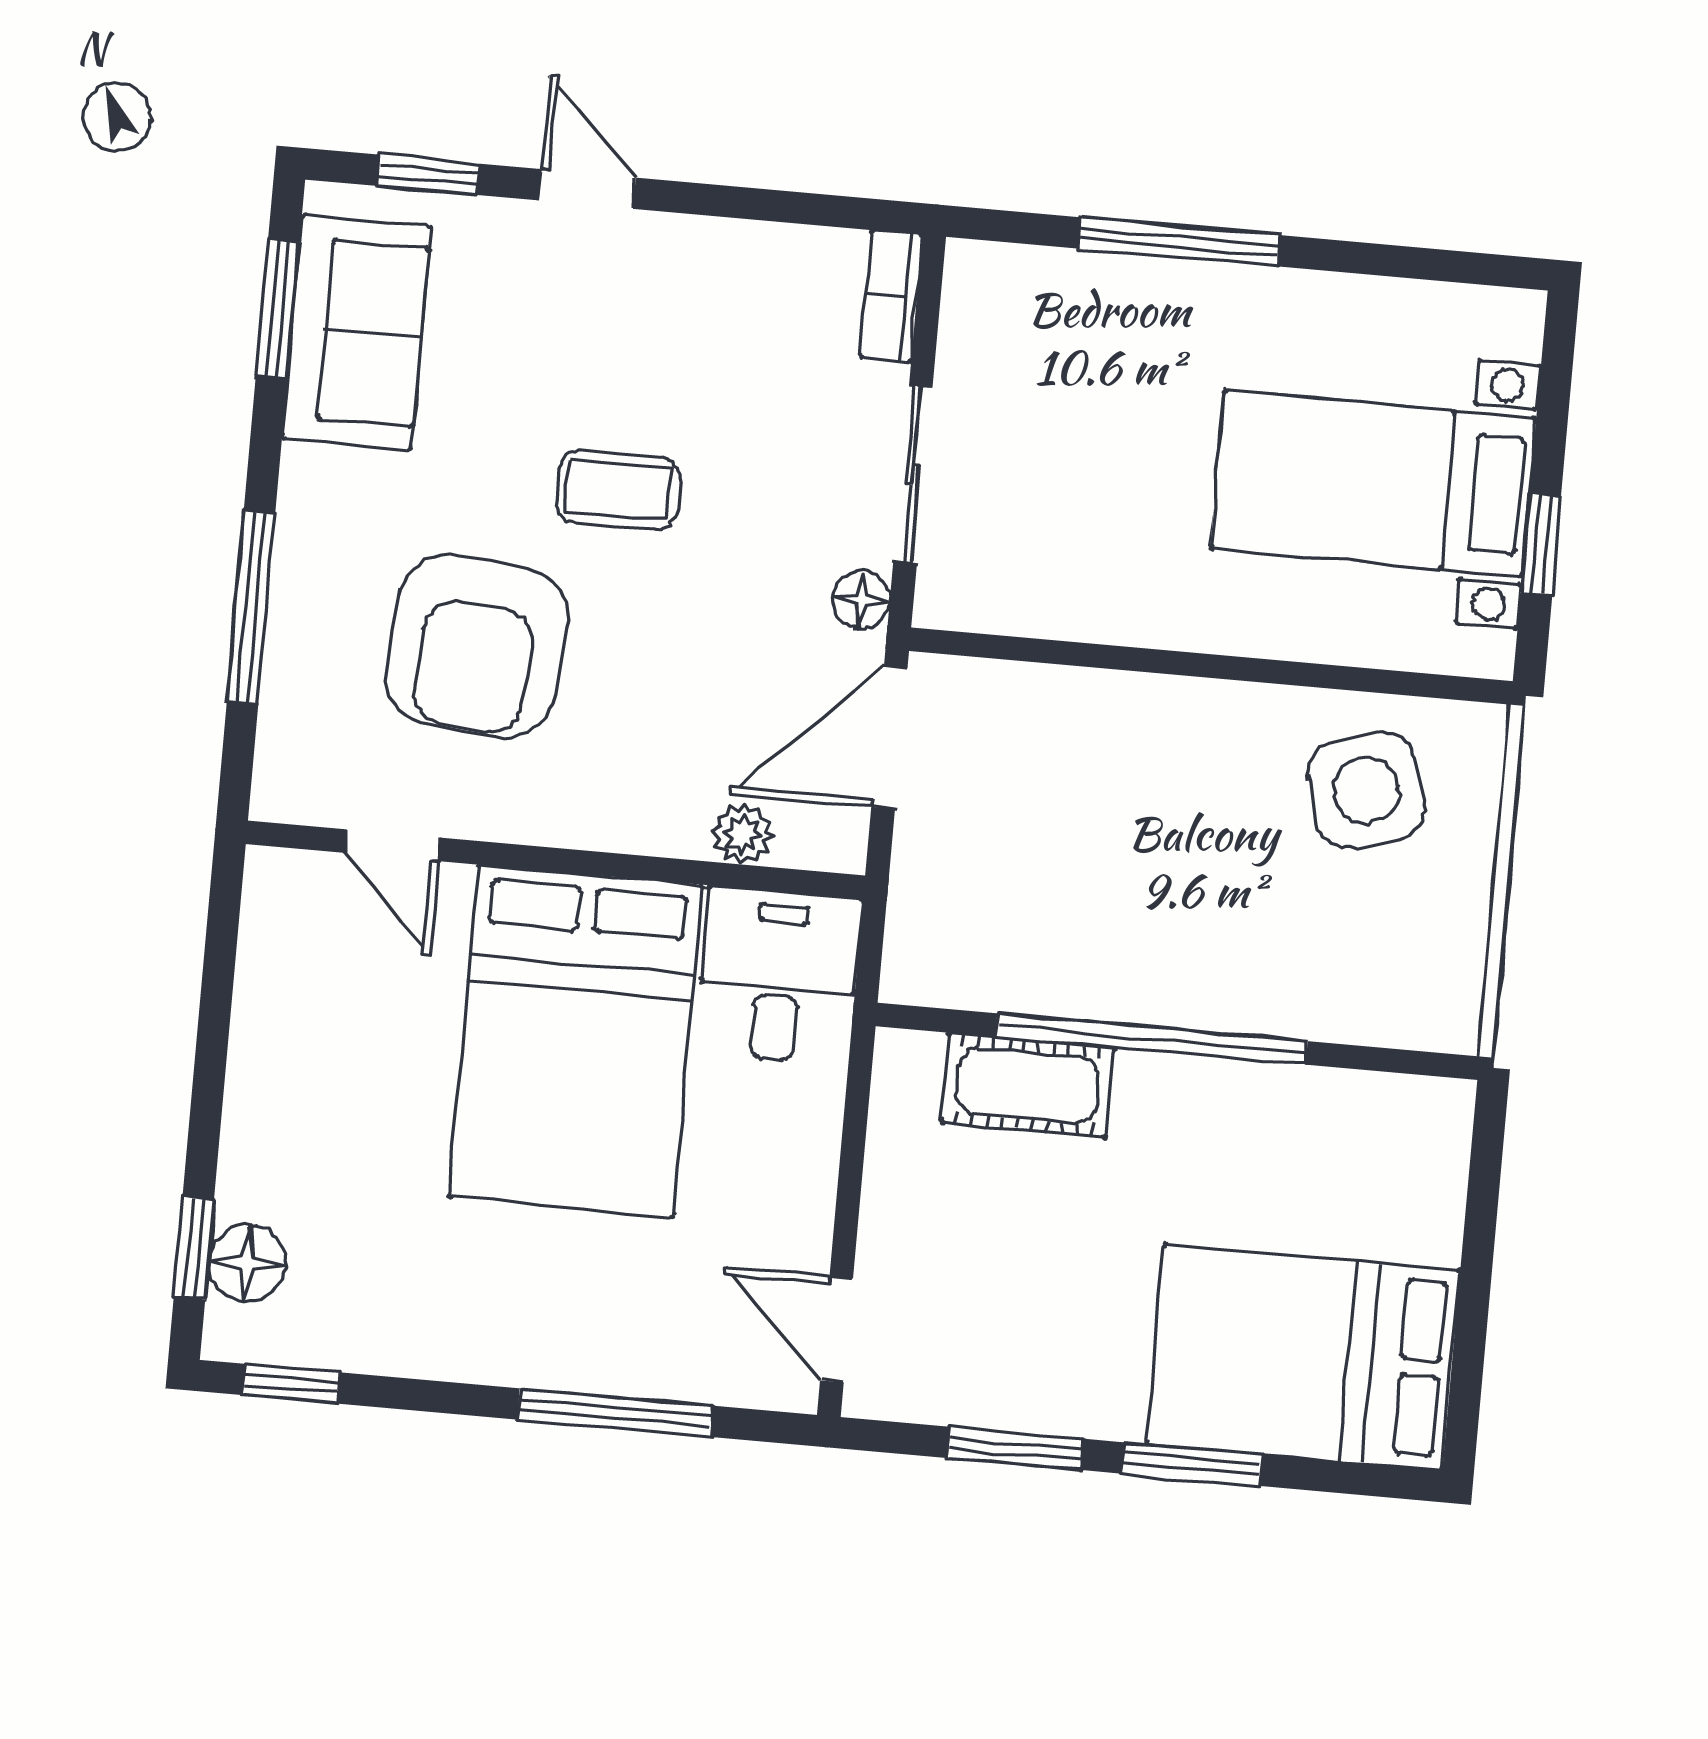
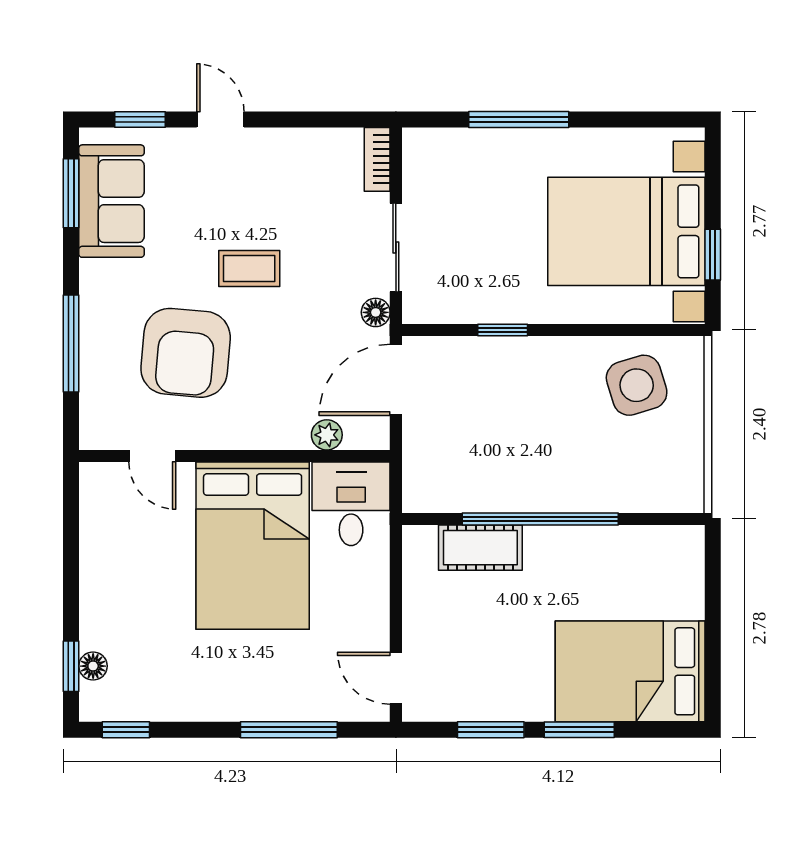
bed with nightstands: (1373, 483) -> (626, 231), width x1.36
window: (1110, 657) -> (503, 330), added
floor lamp: (247, 1263) -> (93, 666), width x0.73, depth x0.73

